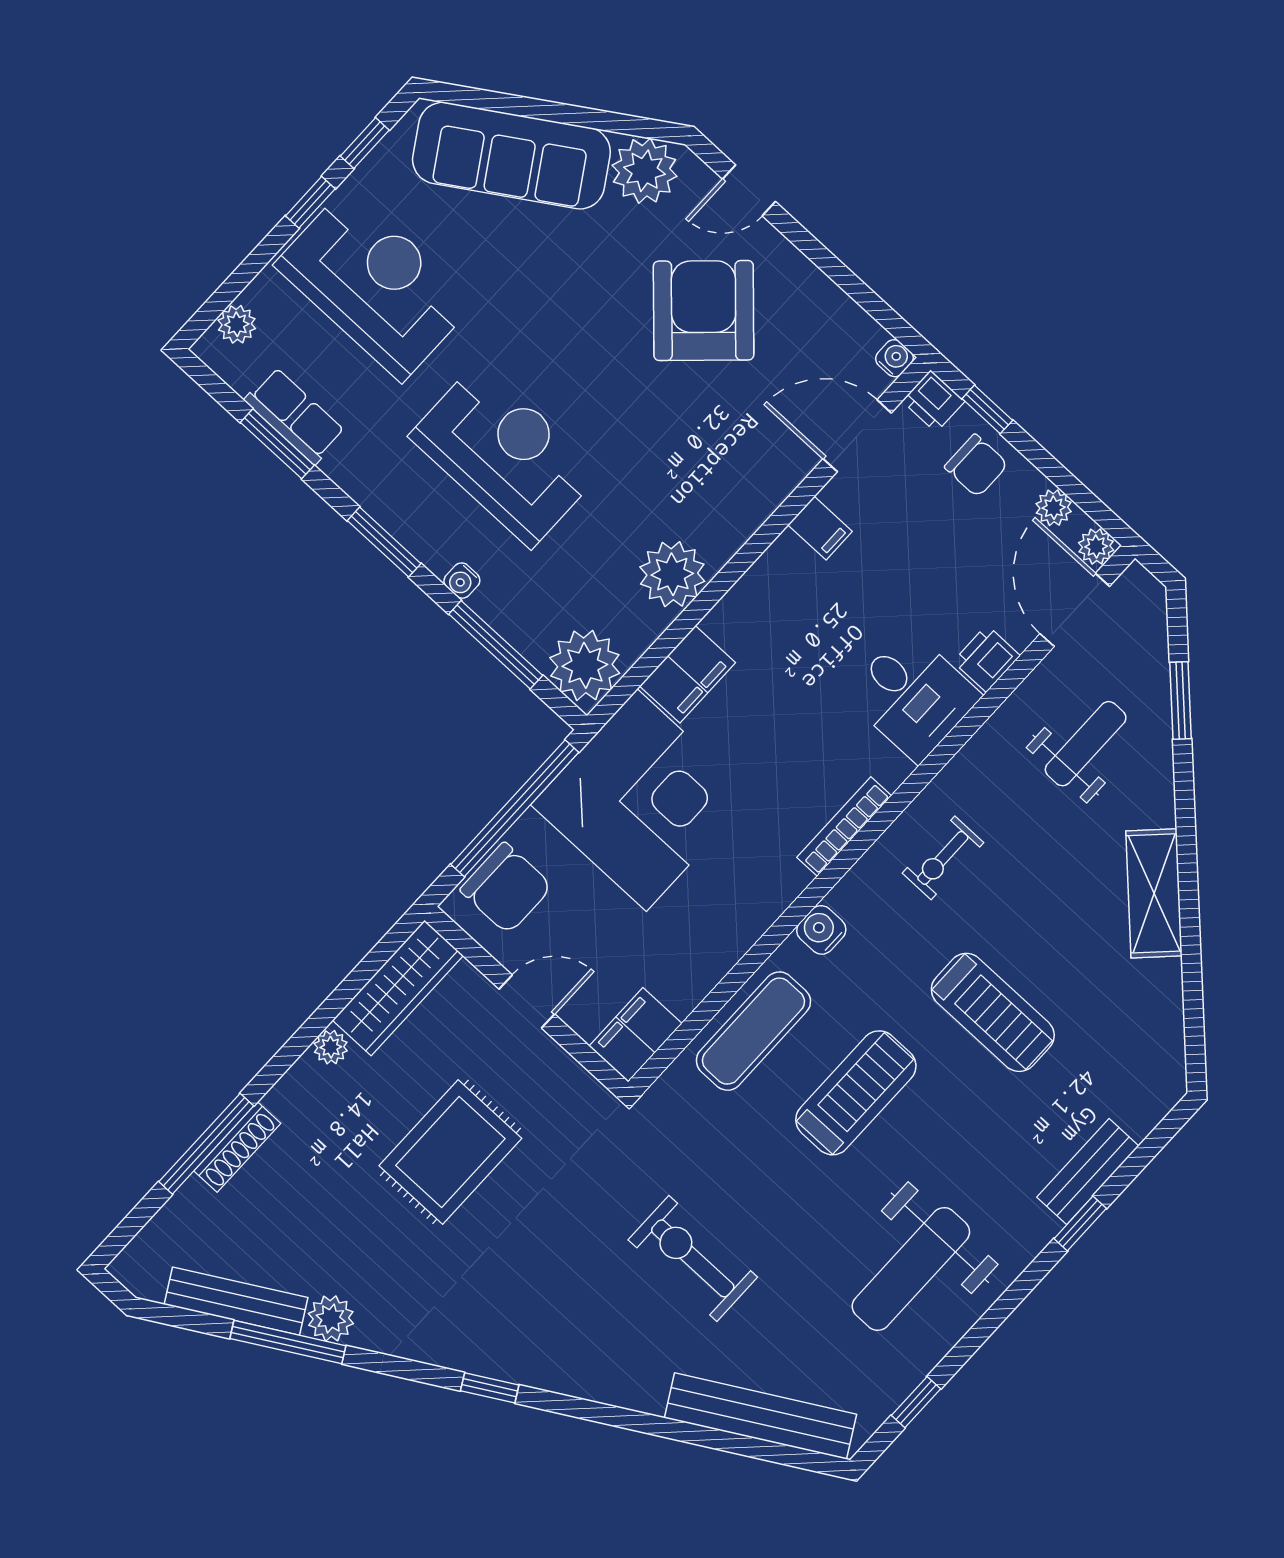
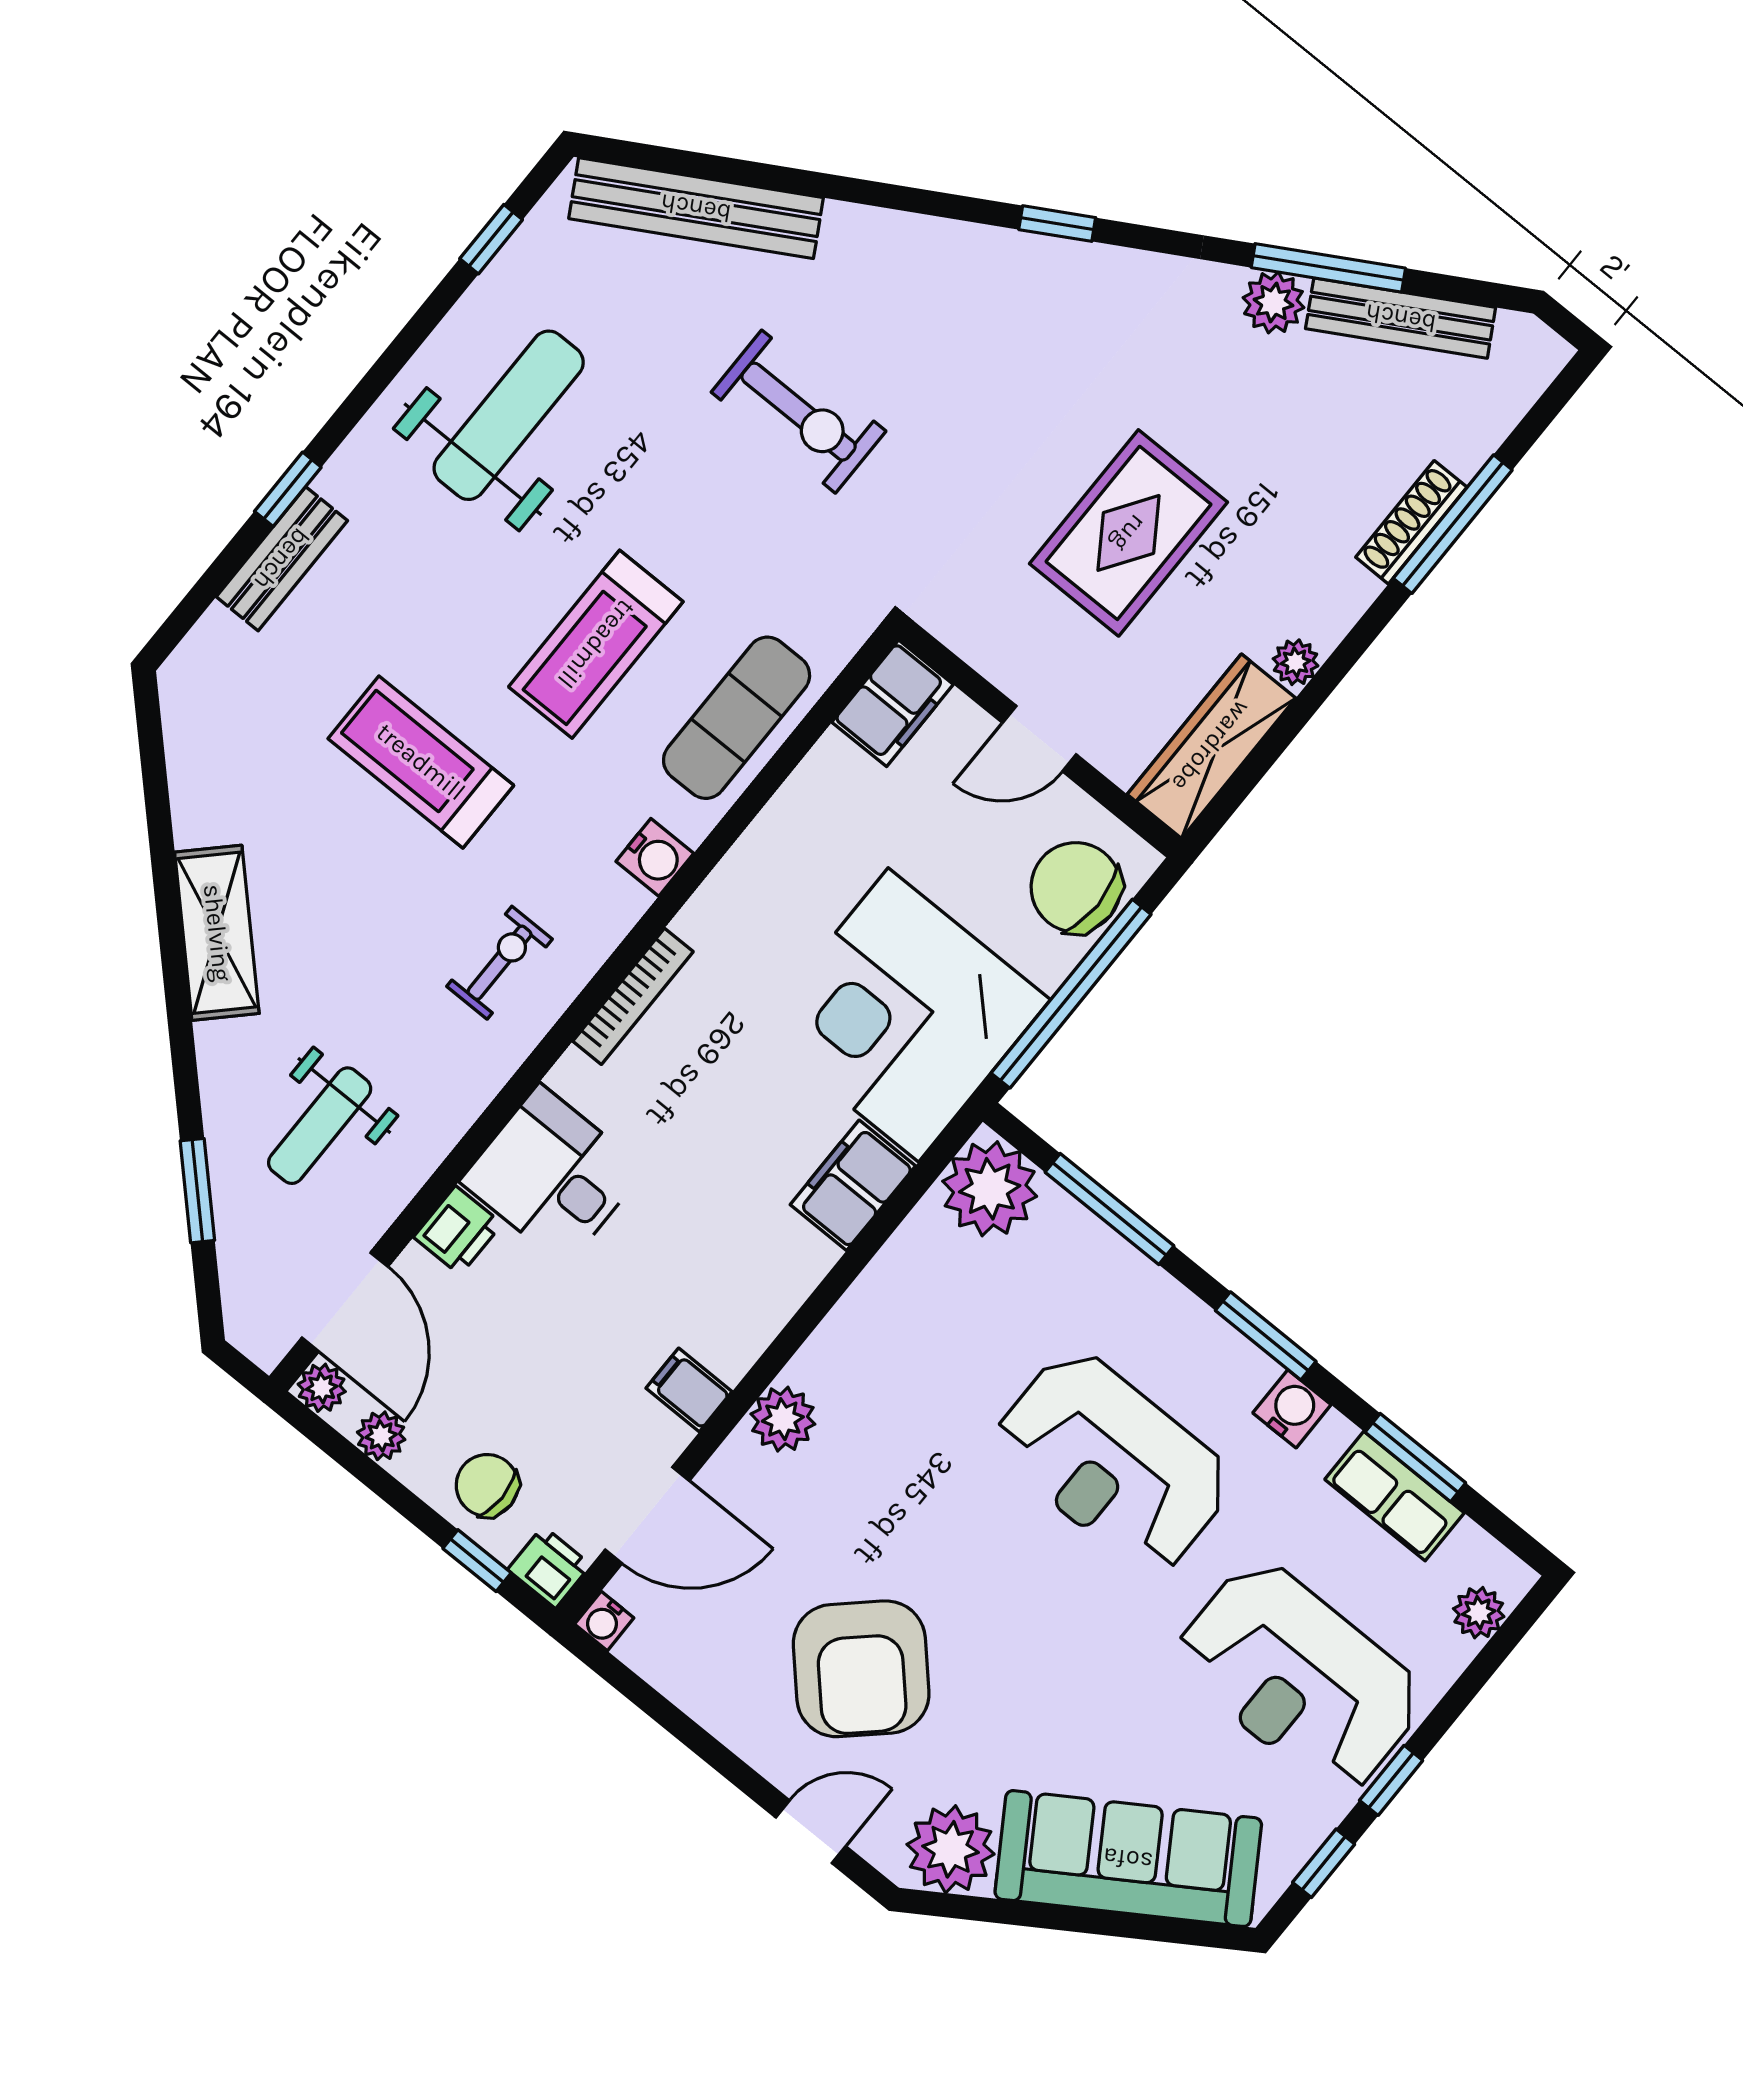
plant: (672, 574) -> (783, 1419), moved, width x0.73, depth x0.73
water cooler: (462, 581) -> (1292, 1409), moved, width x1.38, depth x1.38

